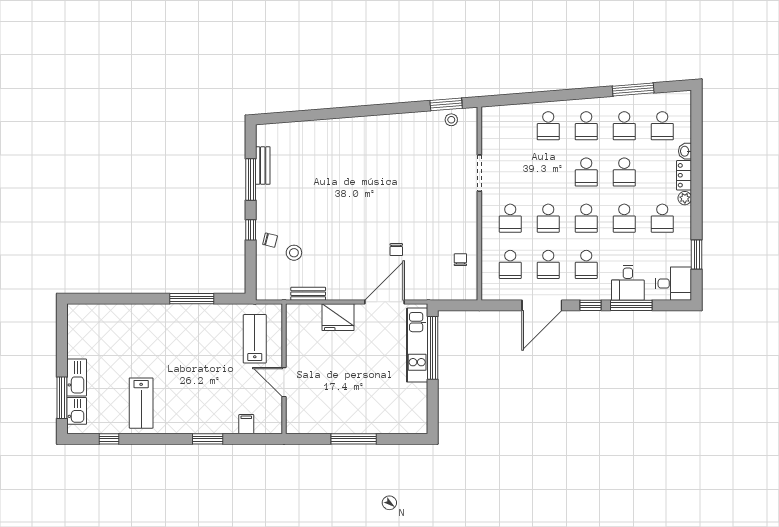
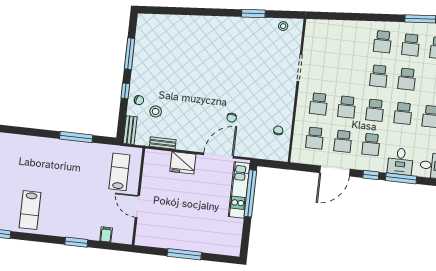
window: (446, 104) -> (253, 13), moved
school desk: (548, 126) -> (354, 39), removed
bench: (263, 166) -> (130, 130), moved

